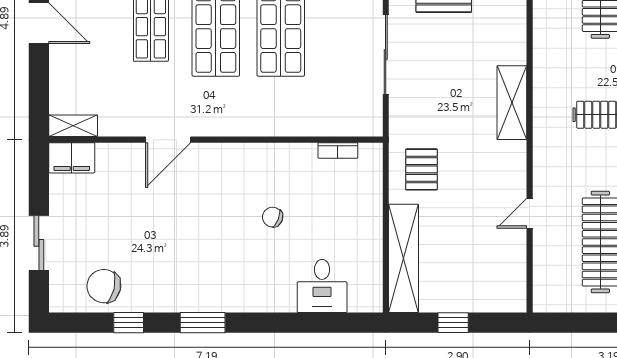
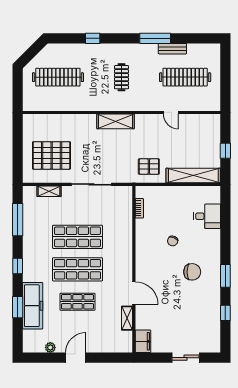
shelving: (73, 126) -> (127, 318), moved
chair: (104, 286) -> (192, 272), moved, turned -103

